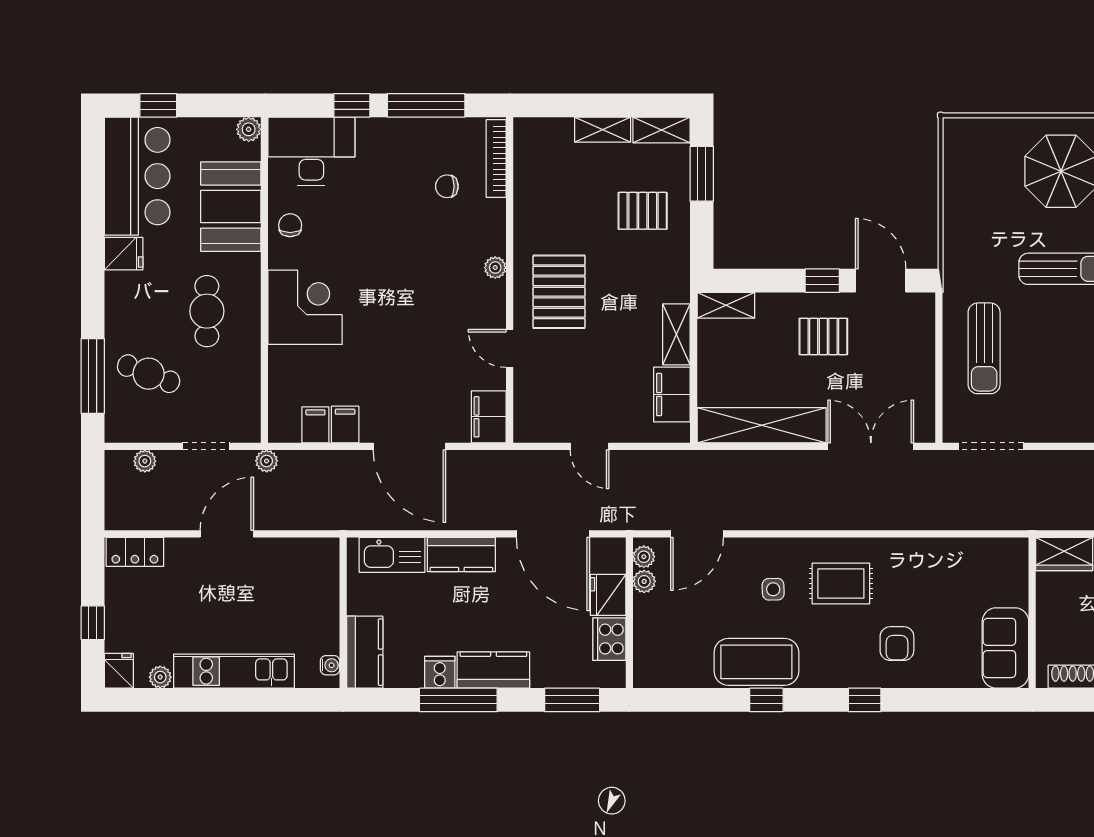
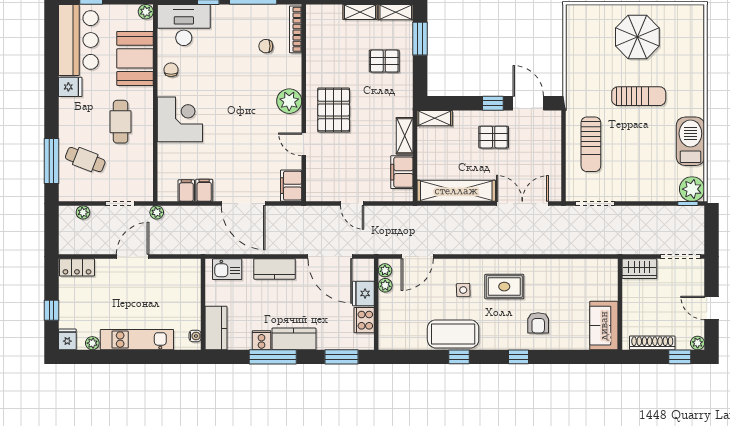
plant: (495, 268) -> (289, 101), width x1.87, depth x1.87
kitchen sink: (392, 555) -> (227, 269), width x0.73

